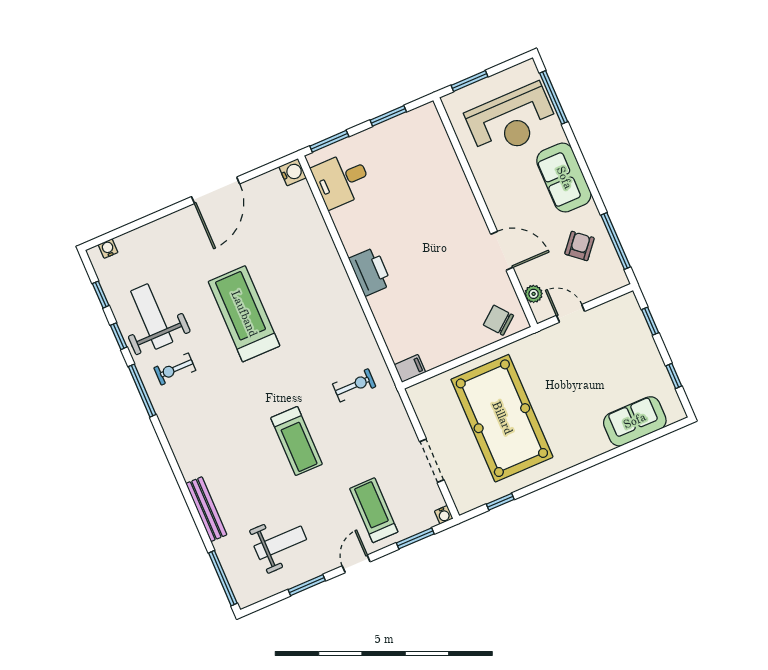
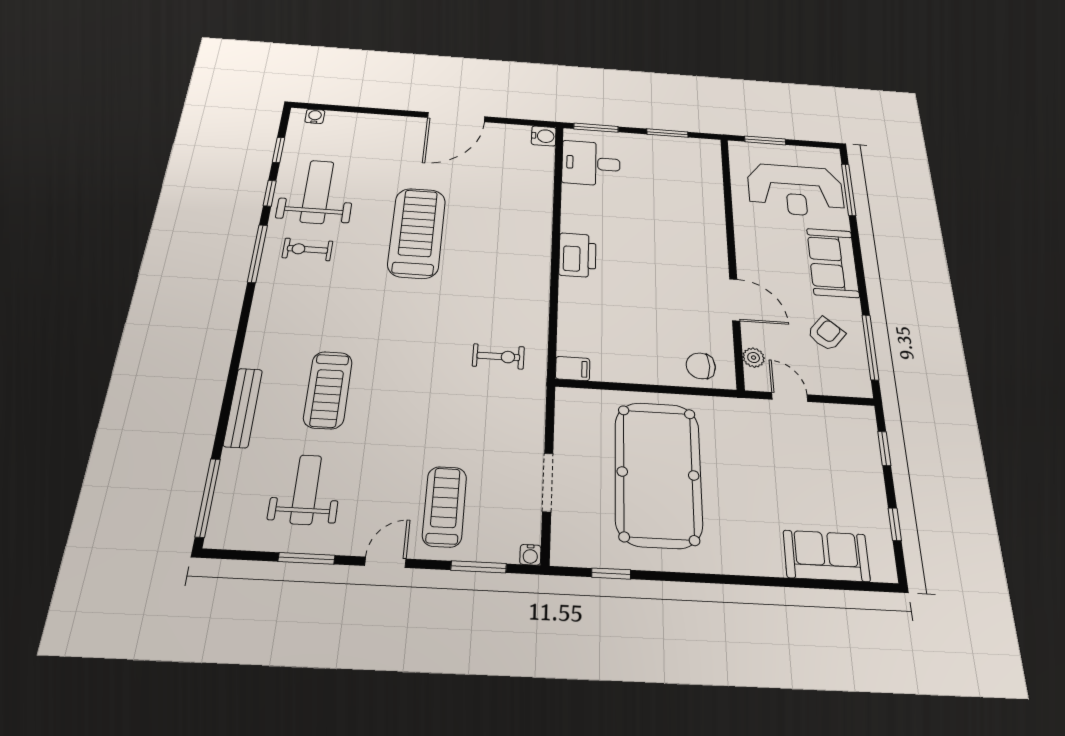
chair: (498, 320) -> (701, 366), turned -51
treadmill: (297, 441) -> (328, 390), moved
weight bench: (280, 543) -> (306, 489), turned -90

